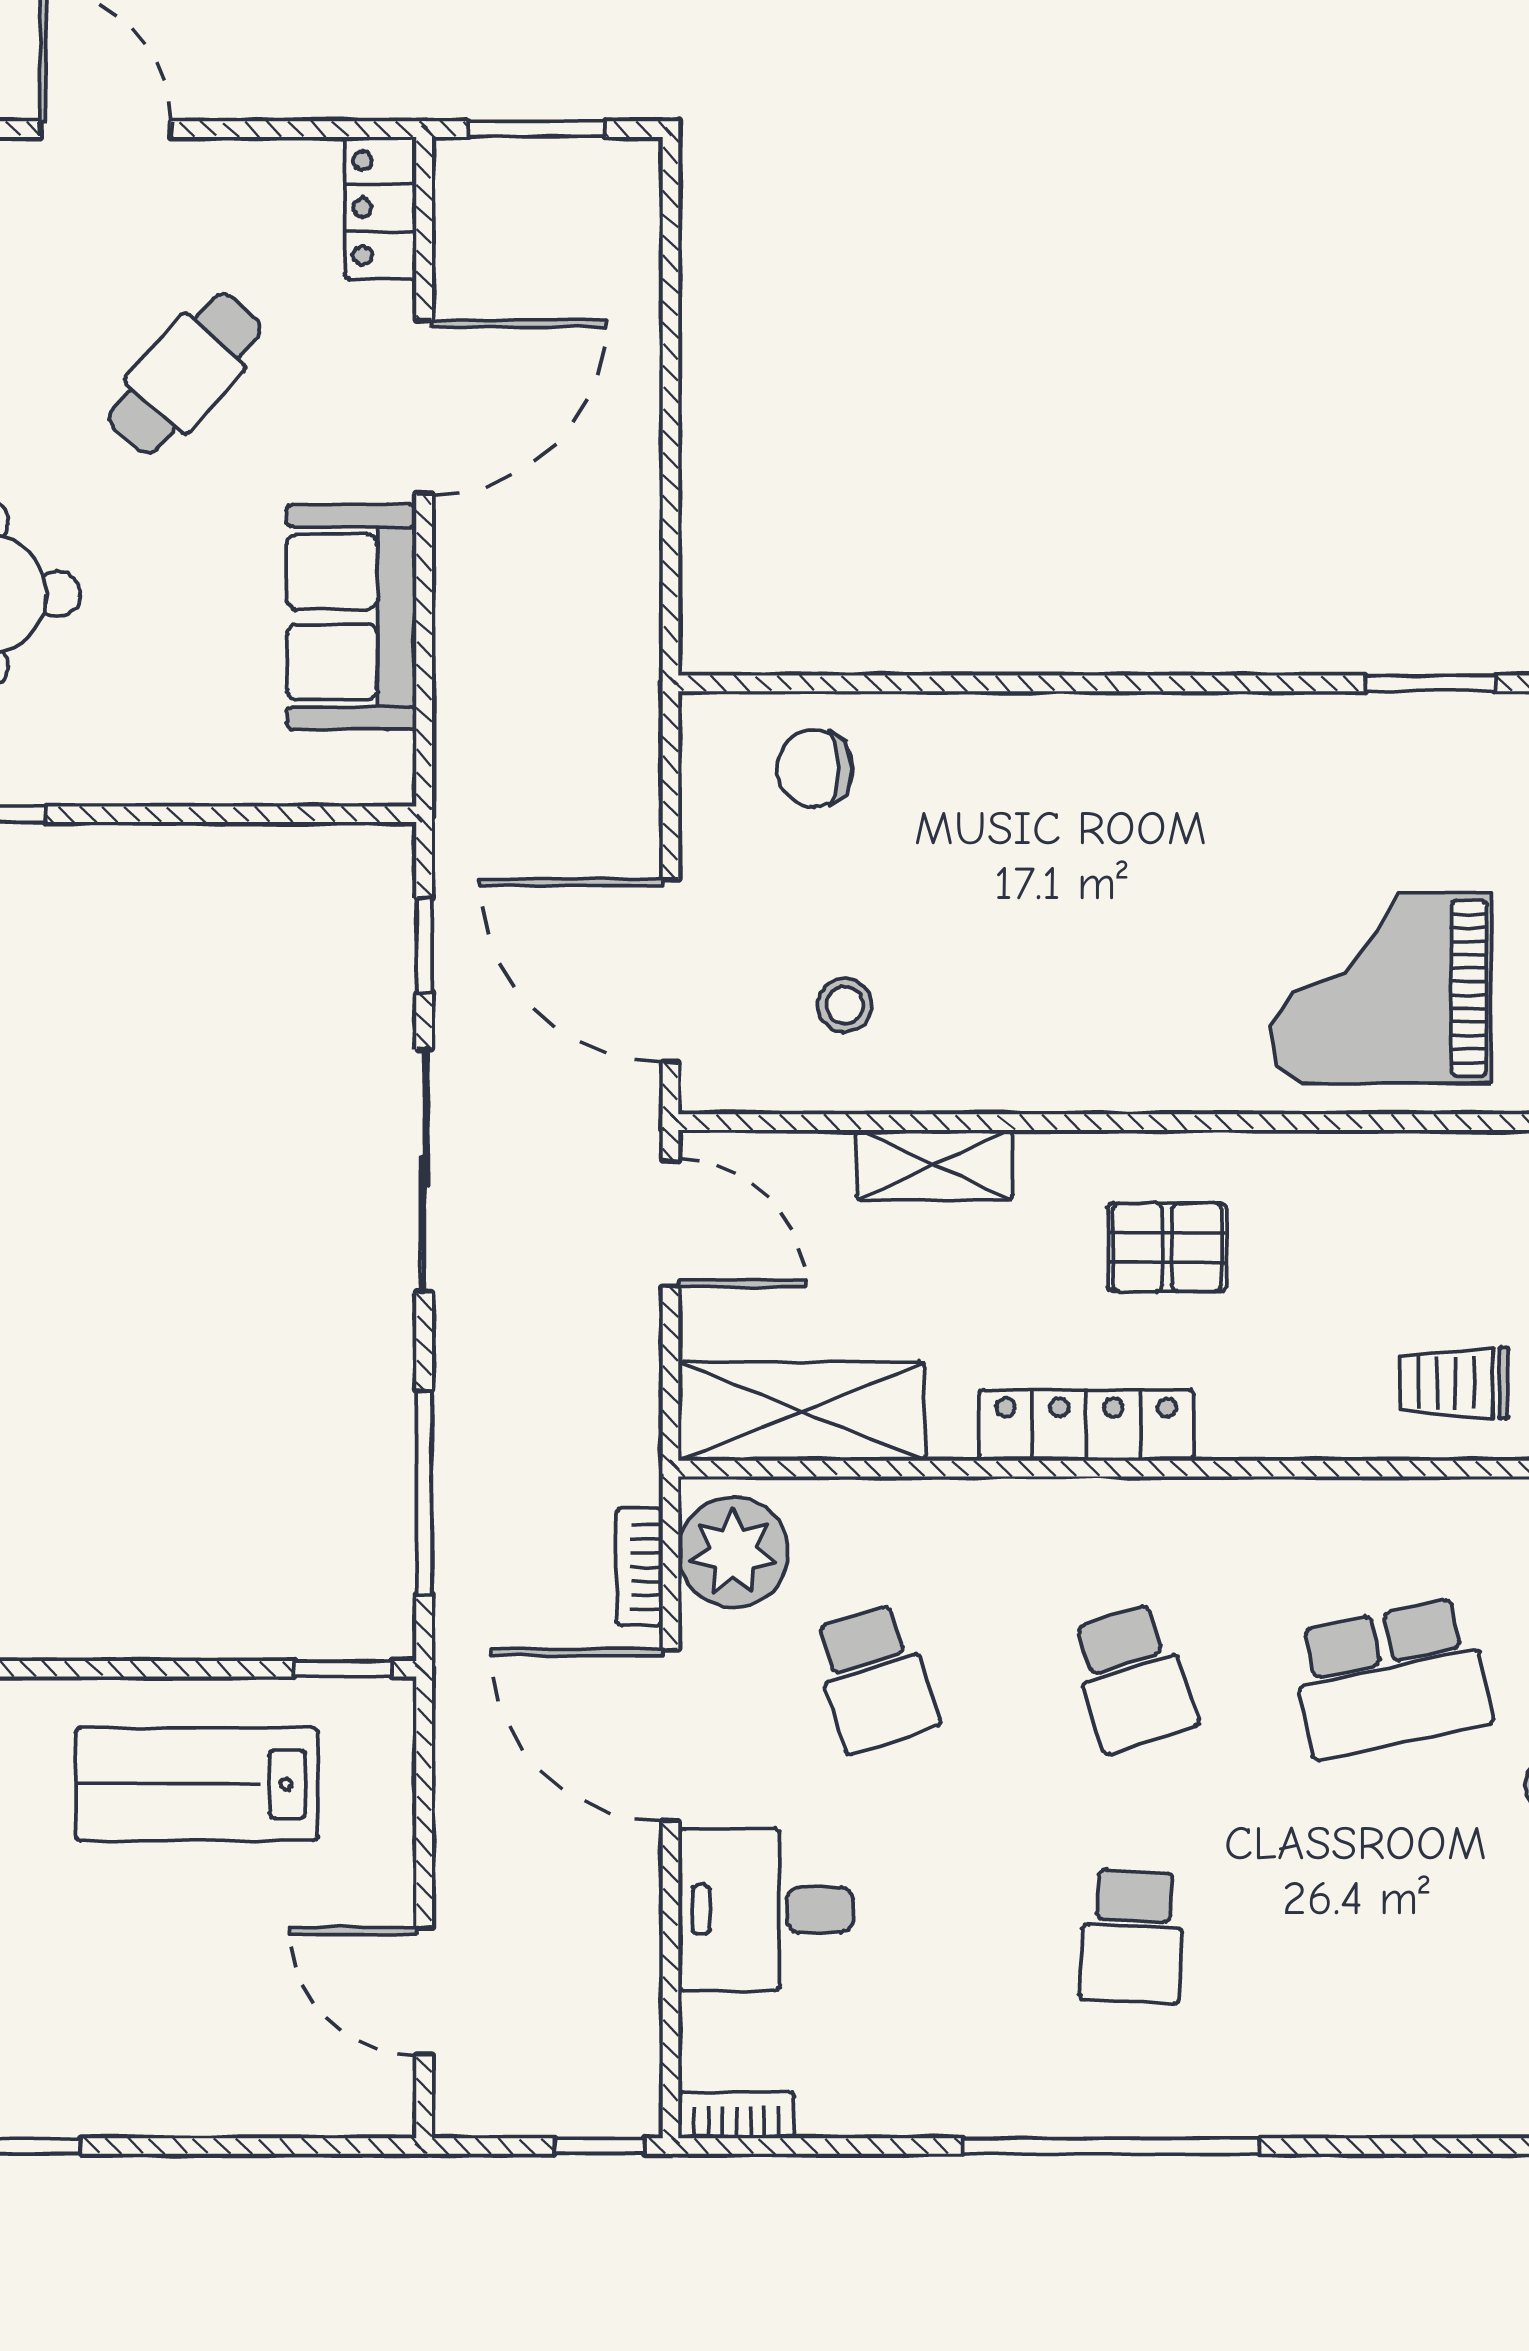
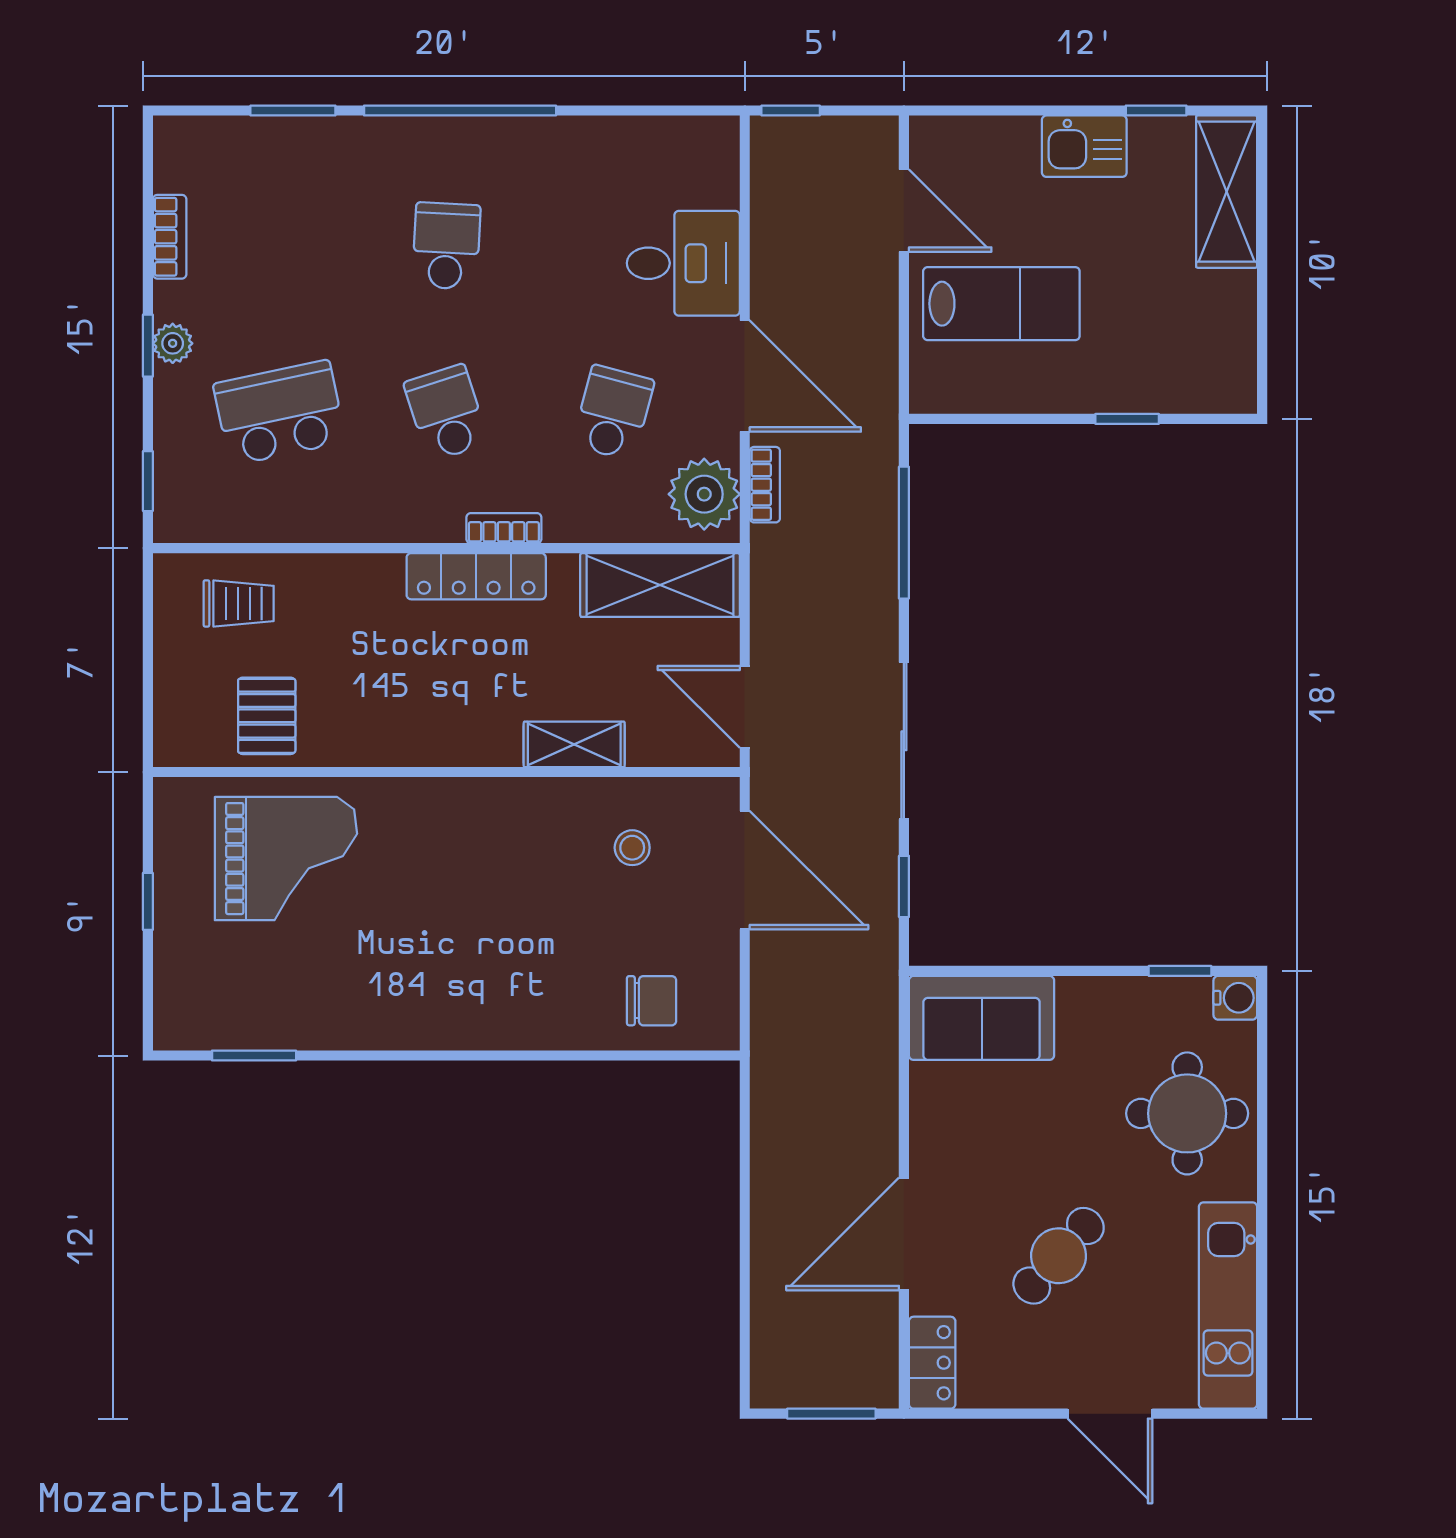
sofa: (352, 617) -> (982, 1018), moved, turned 90
pallet: (1167, 1247) -> (267, 716), moved, turned 90
window: (343, 1669) -> (1127, 419), moved
school desk: (874, 1678) -> (613, 413), turned 33
lab bench: (197, 1784) -> (1001, 304), moved
kitchen sink: (145, 2091) -> (1084, 146), added
bookcase: (736, 2115) -> (504, 528), moved, turned 180
window: (1370, 2146) -> (293, 110), added

